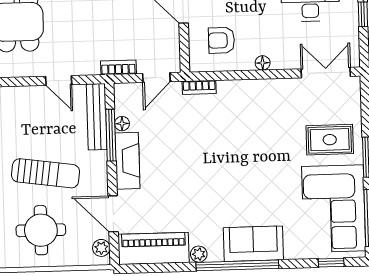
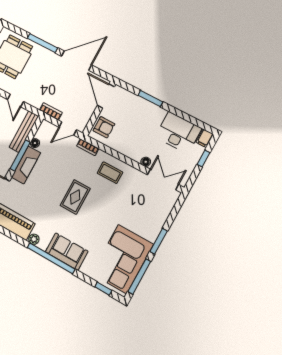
armchair: (221, 40) -> (104, 127), moved, turned 180
floor lamp: (263, 63) -> (146, 162), moved
coffee table: (250, 104) -> (110, 173), added
window: (111, 135) -> (20, 155), moved
rug: (330, 140) -> (75, 197), moved, turned 90

